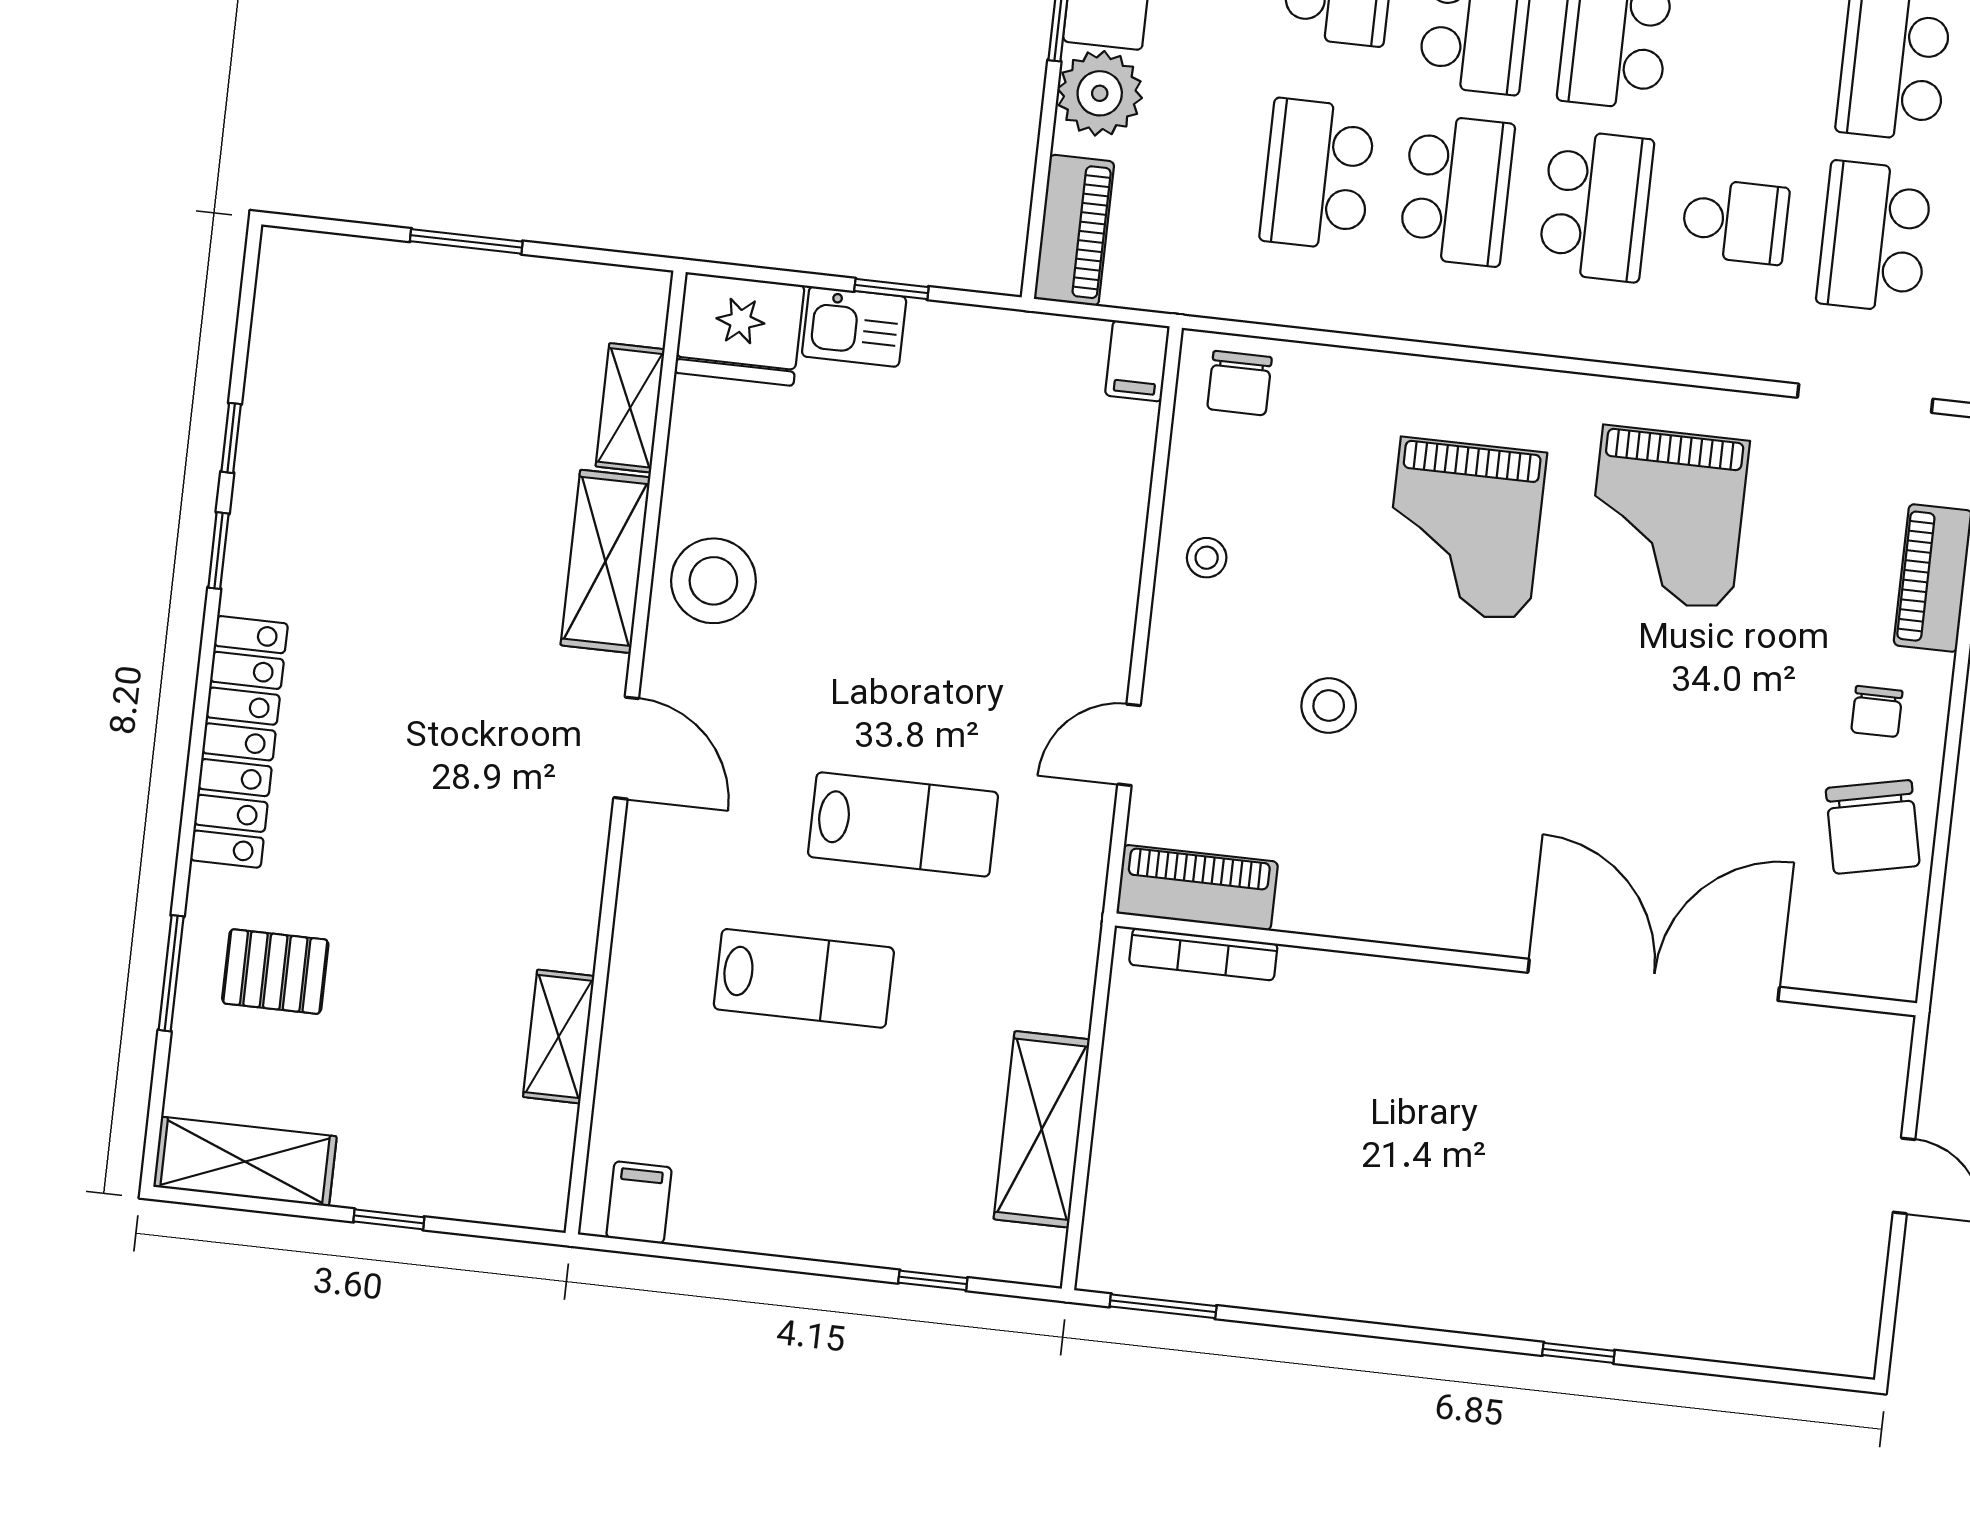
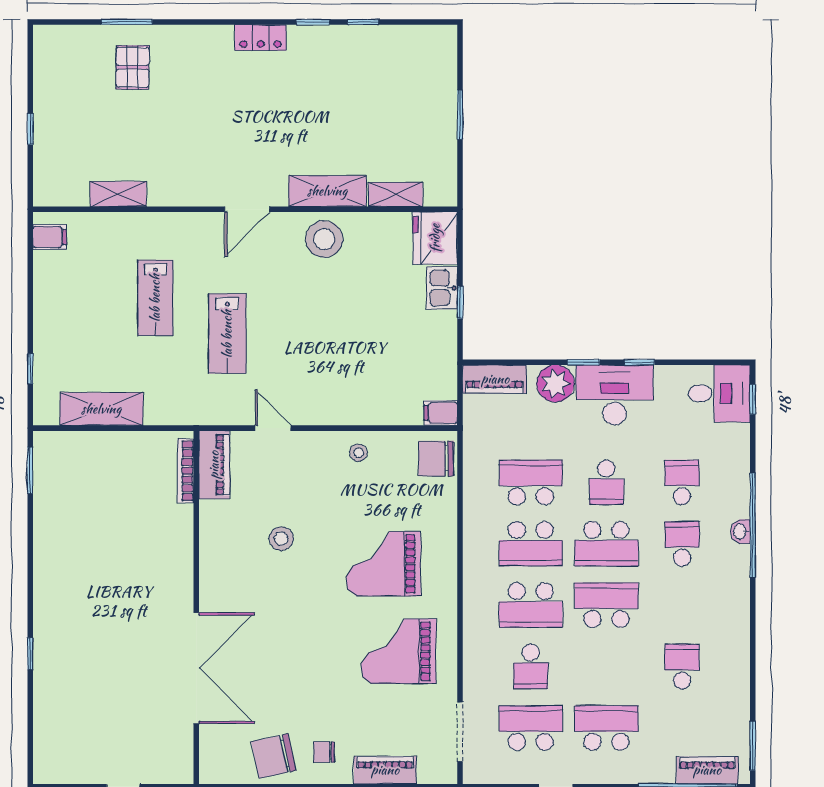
chair: (1240, 383) -> (436, 459), width x1.37, depth x1.37
stool: (1329, 706) -> (281, 539), moved
locker: (239, 742) -> (260, 38), width x0.46, depth x0.83
shelving: (245, 1162) -> (48, 63), removed

